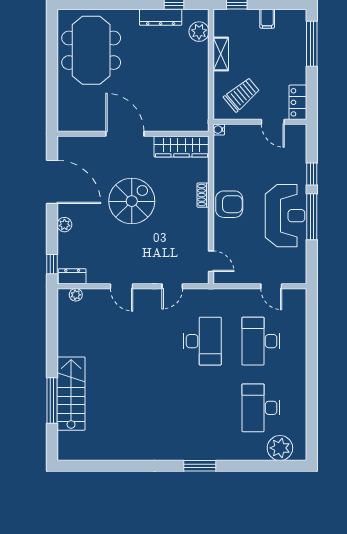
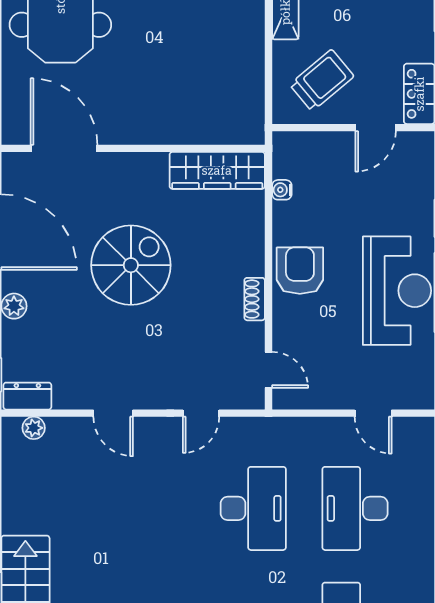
door: (273, 122) -> (376, 128), hinge flipped
water cooler: (219, 130) -> (282, 190), moved
door: (125, 134) -> (64, 148), moved
shoe rack: (203, 195) -> (255, 299), moved
armchair: (229, 204) -> (300, 271), turned -90

